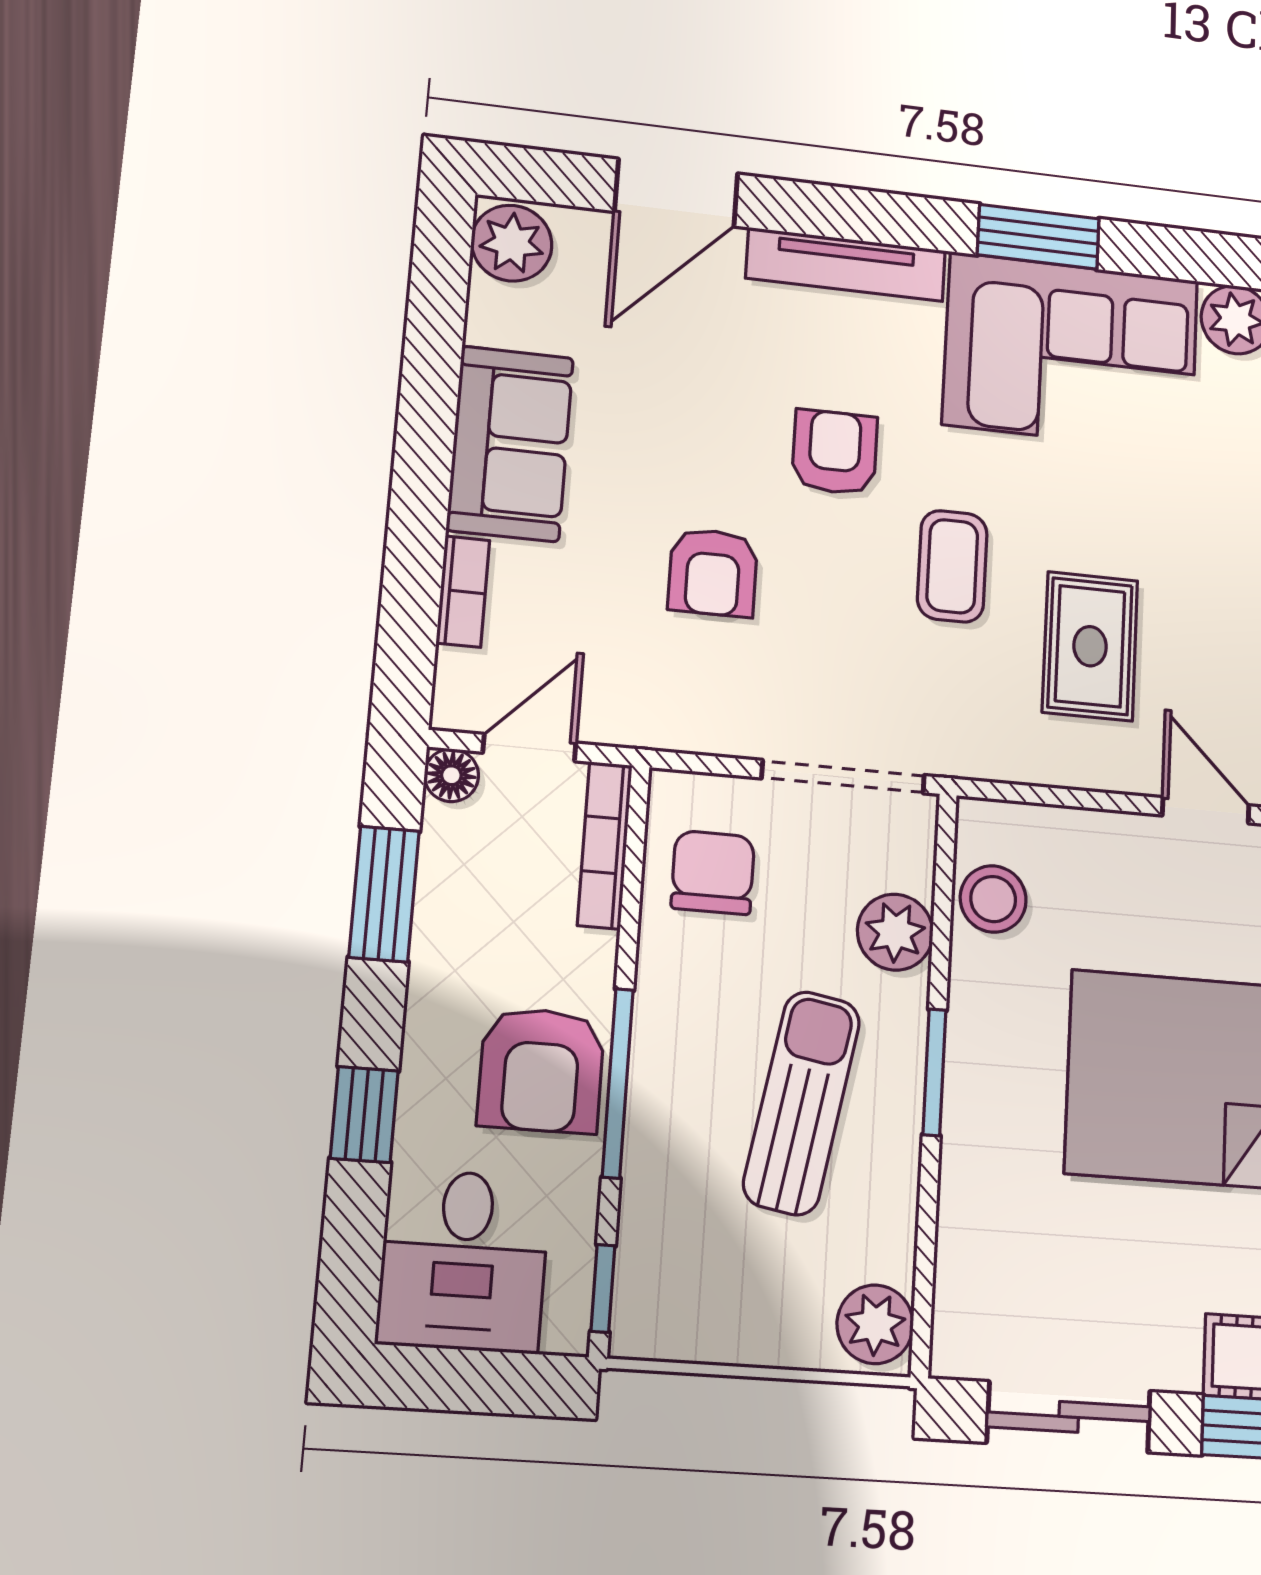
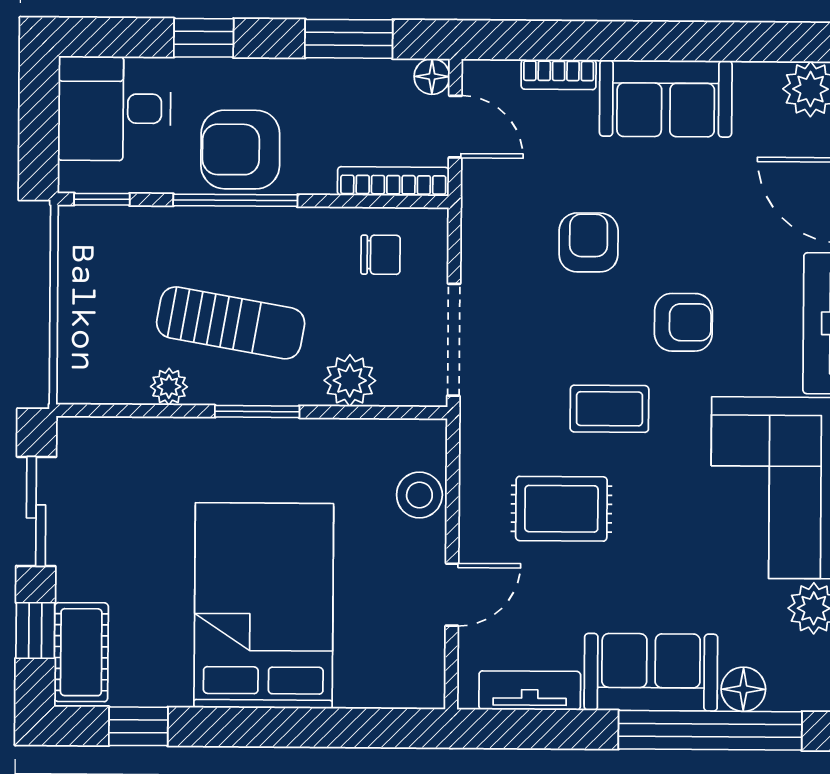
armchair: (713, 572) -> (589, 242), turned 90
chair: (713, 872) -> (381, 255), width x0.73, depth x0.73
stool: (993, 899) -> (419, 495), moved
plant: (875, 1324) -> (169, 387), moved, width x0.73, depth x0.73

